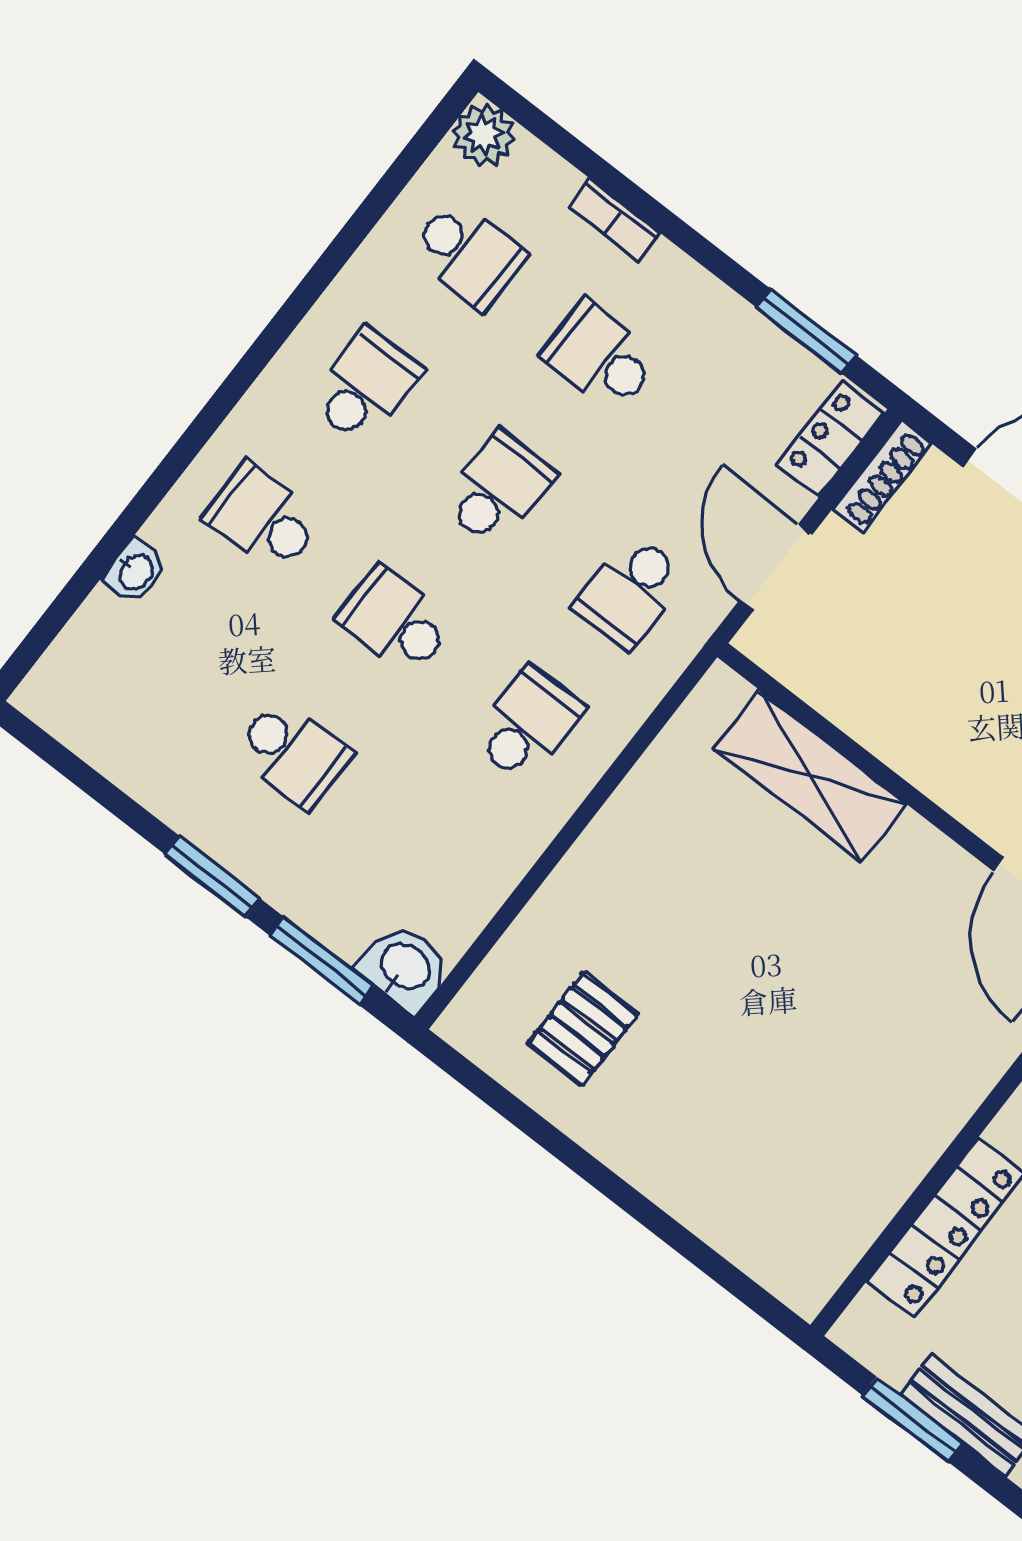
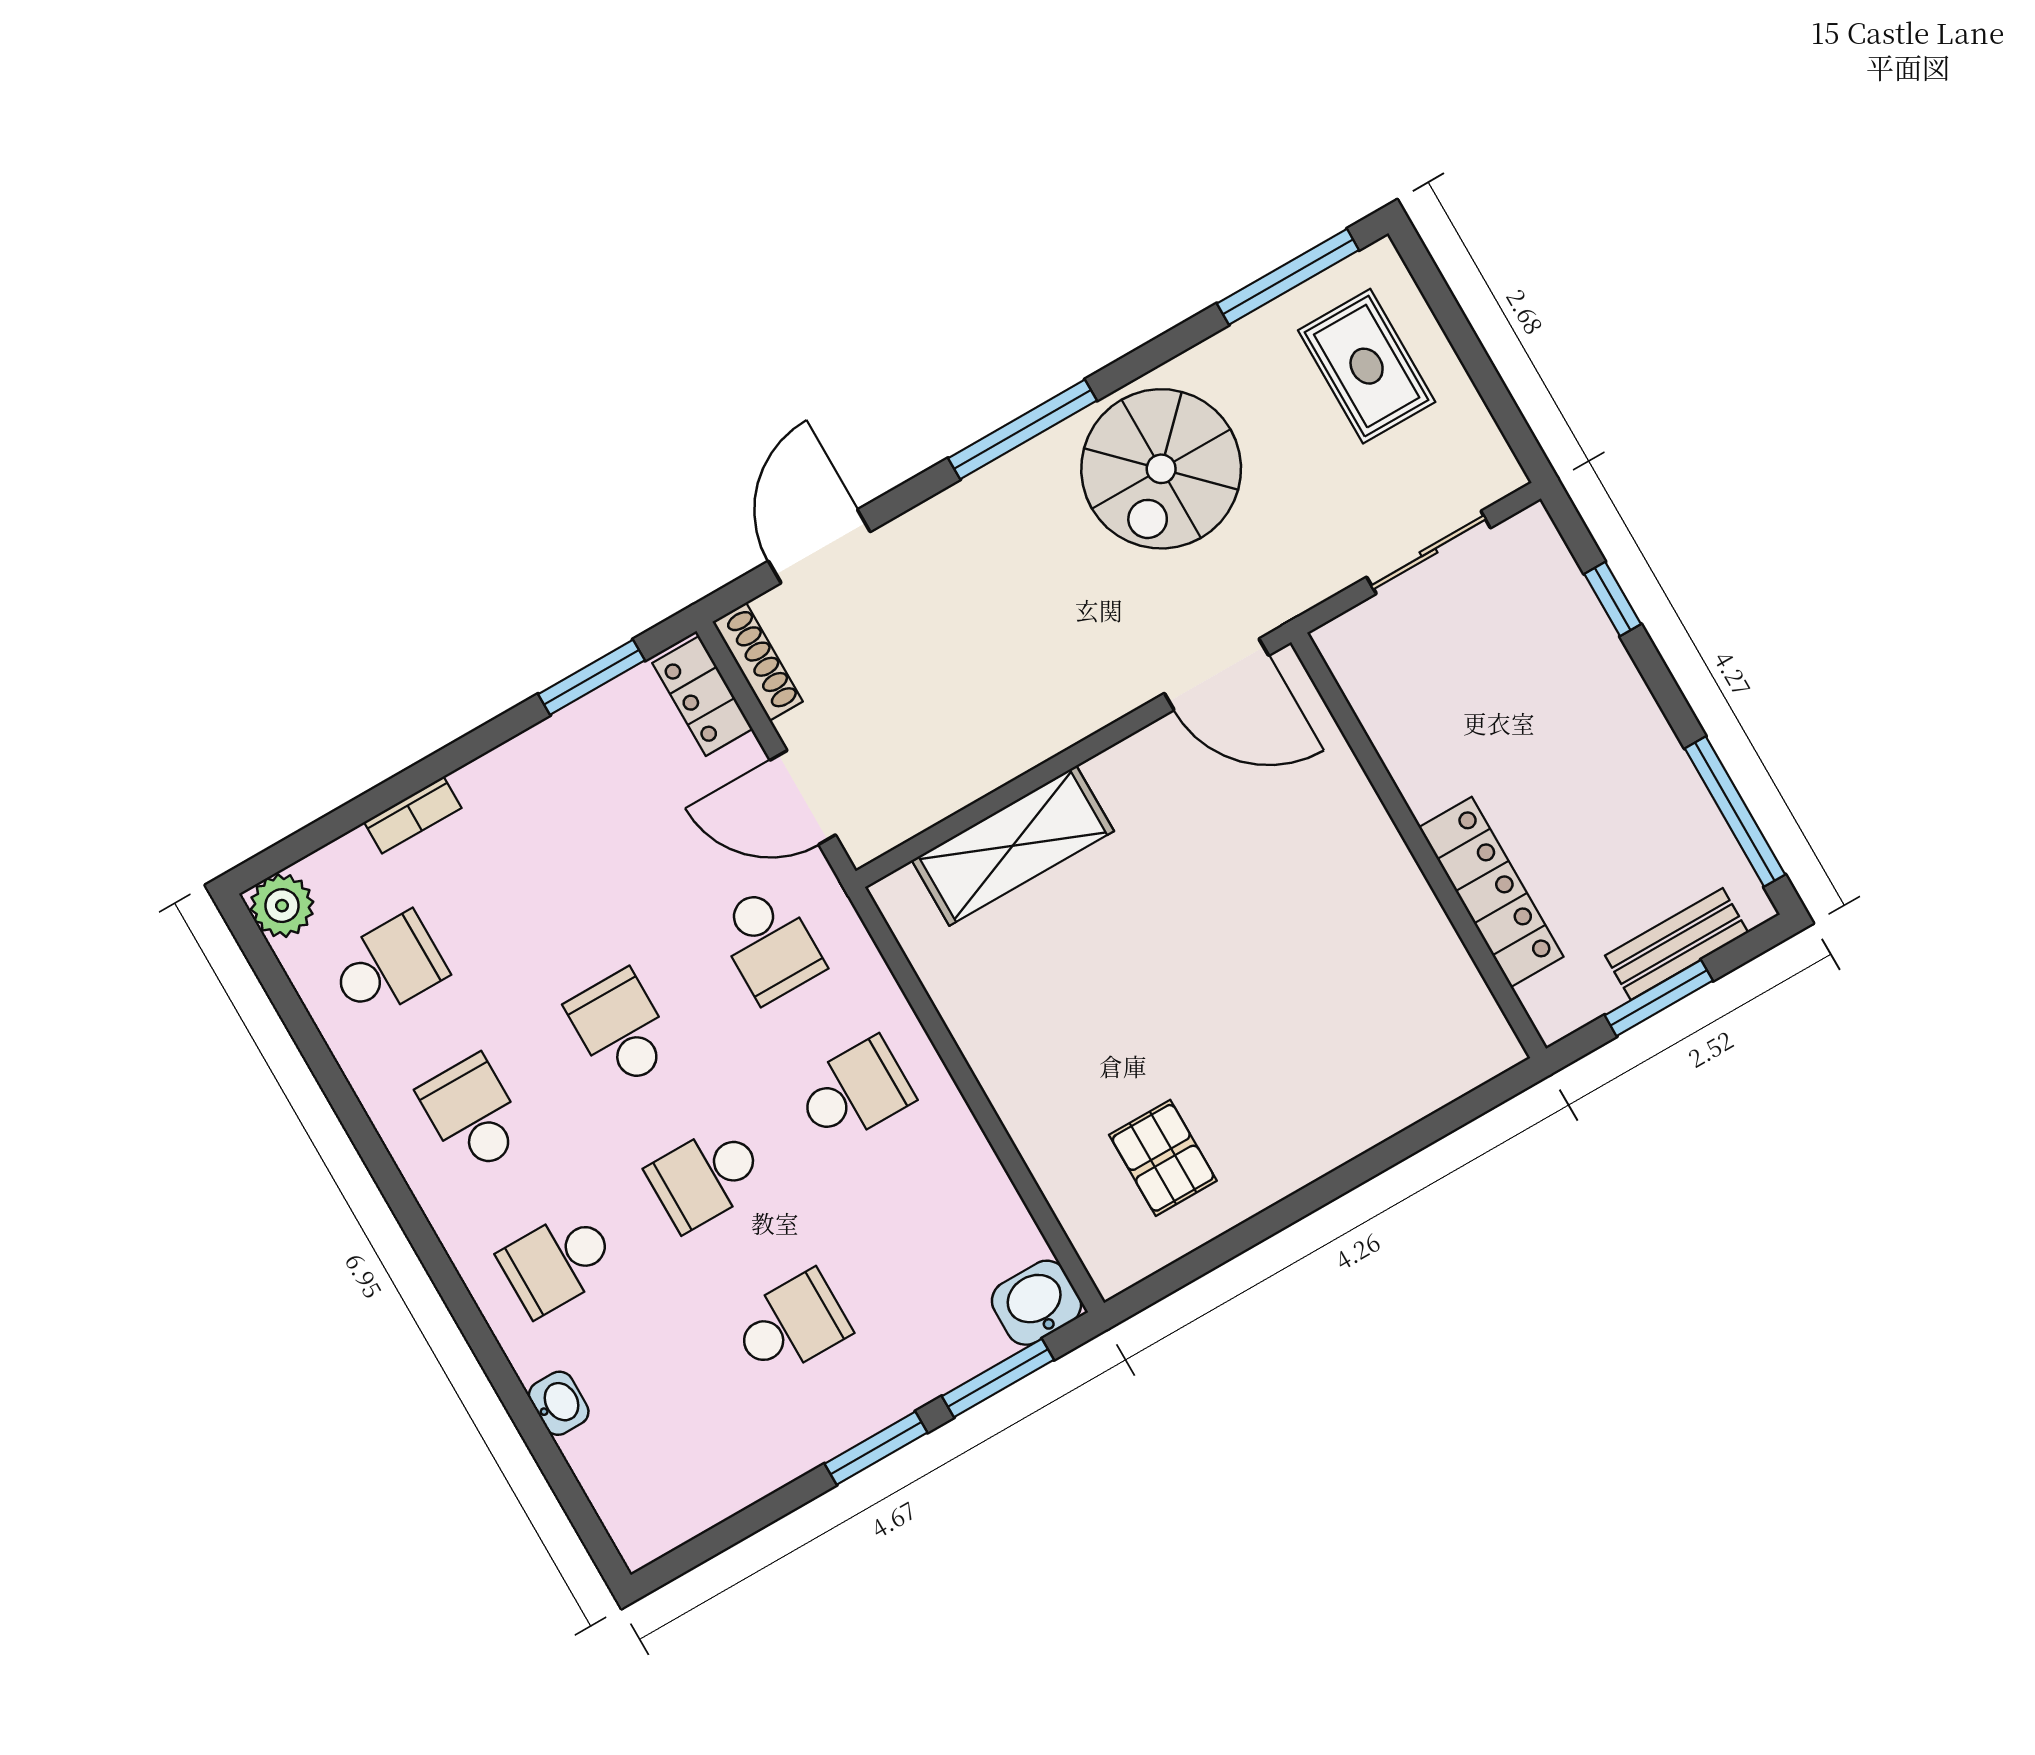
school desk: (600, 357) -> (536, 881), removed
school desk: (528, 724) -> (854, 1092), turned 90

